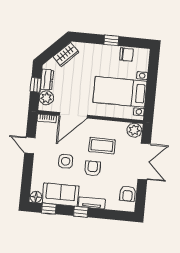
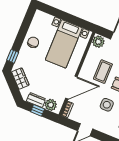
window: (111, 40) -> (13, 56), moved
chair: (126, 54) -> (33, 42), moved
door: (73, 115) -> (71, 87), hinge flipped

